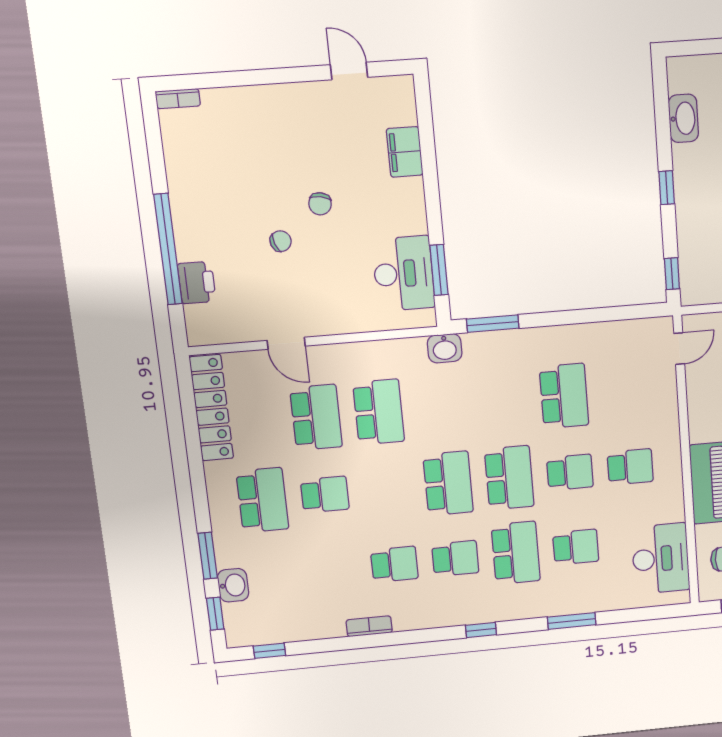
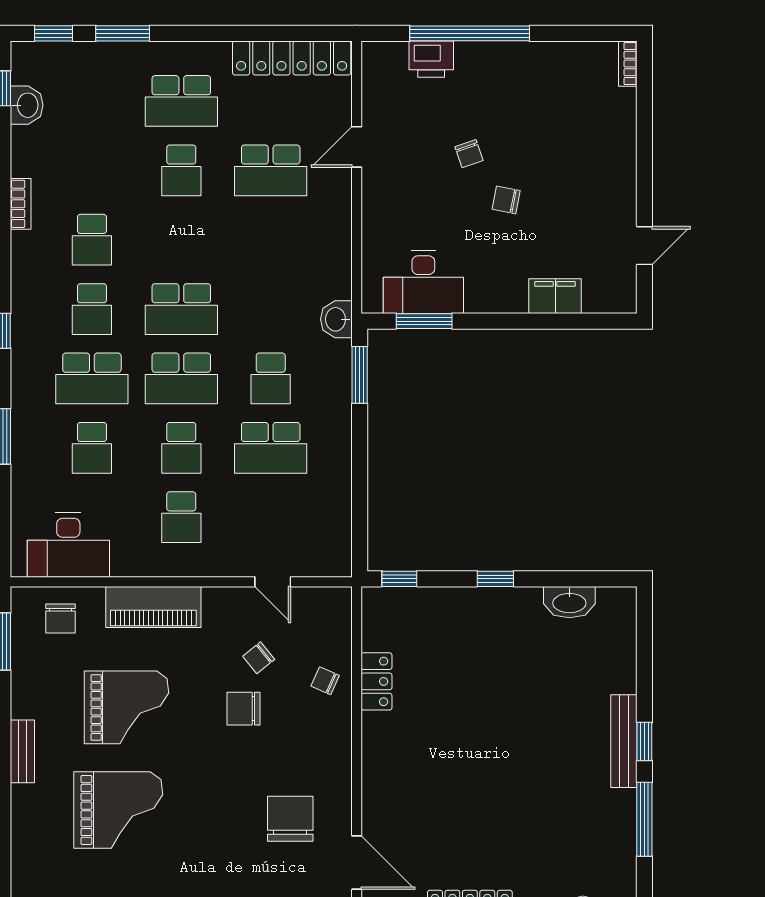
door: (679, 349) -> (273, 582), moved
school desk: (379, 412) -> (271, 378), moved, width x0.54
washbasin: (233, 585) -> (27, 105), moved, turned -90

